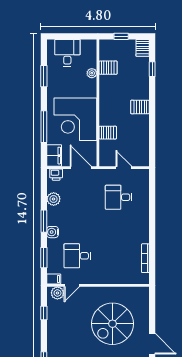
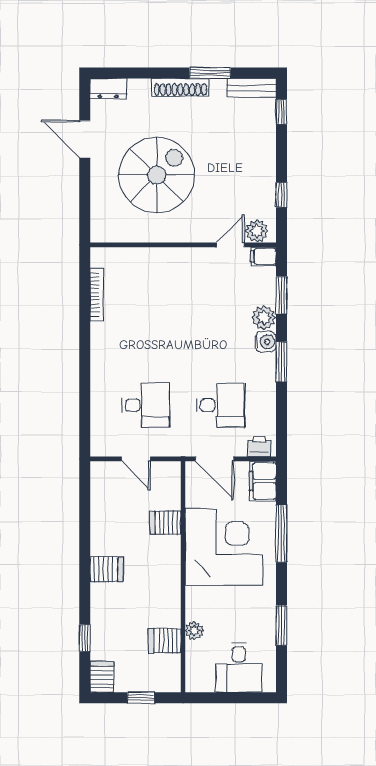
plant: (54, 199) -> (264, 318), moved
desk: (77, 256) -> (221, 405), moved

